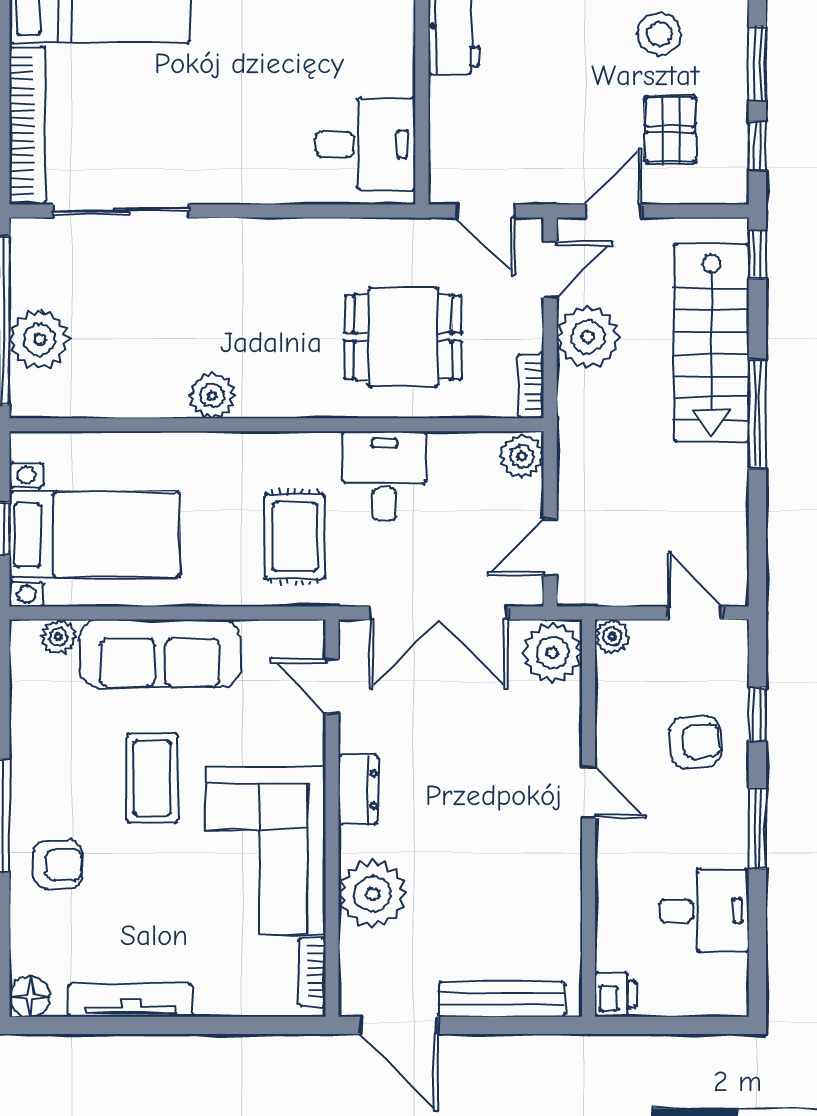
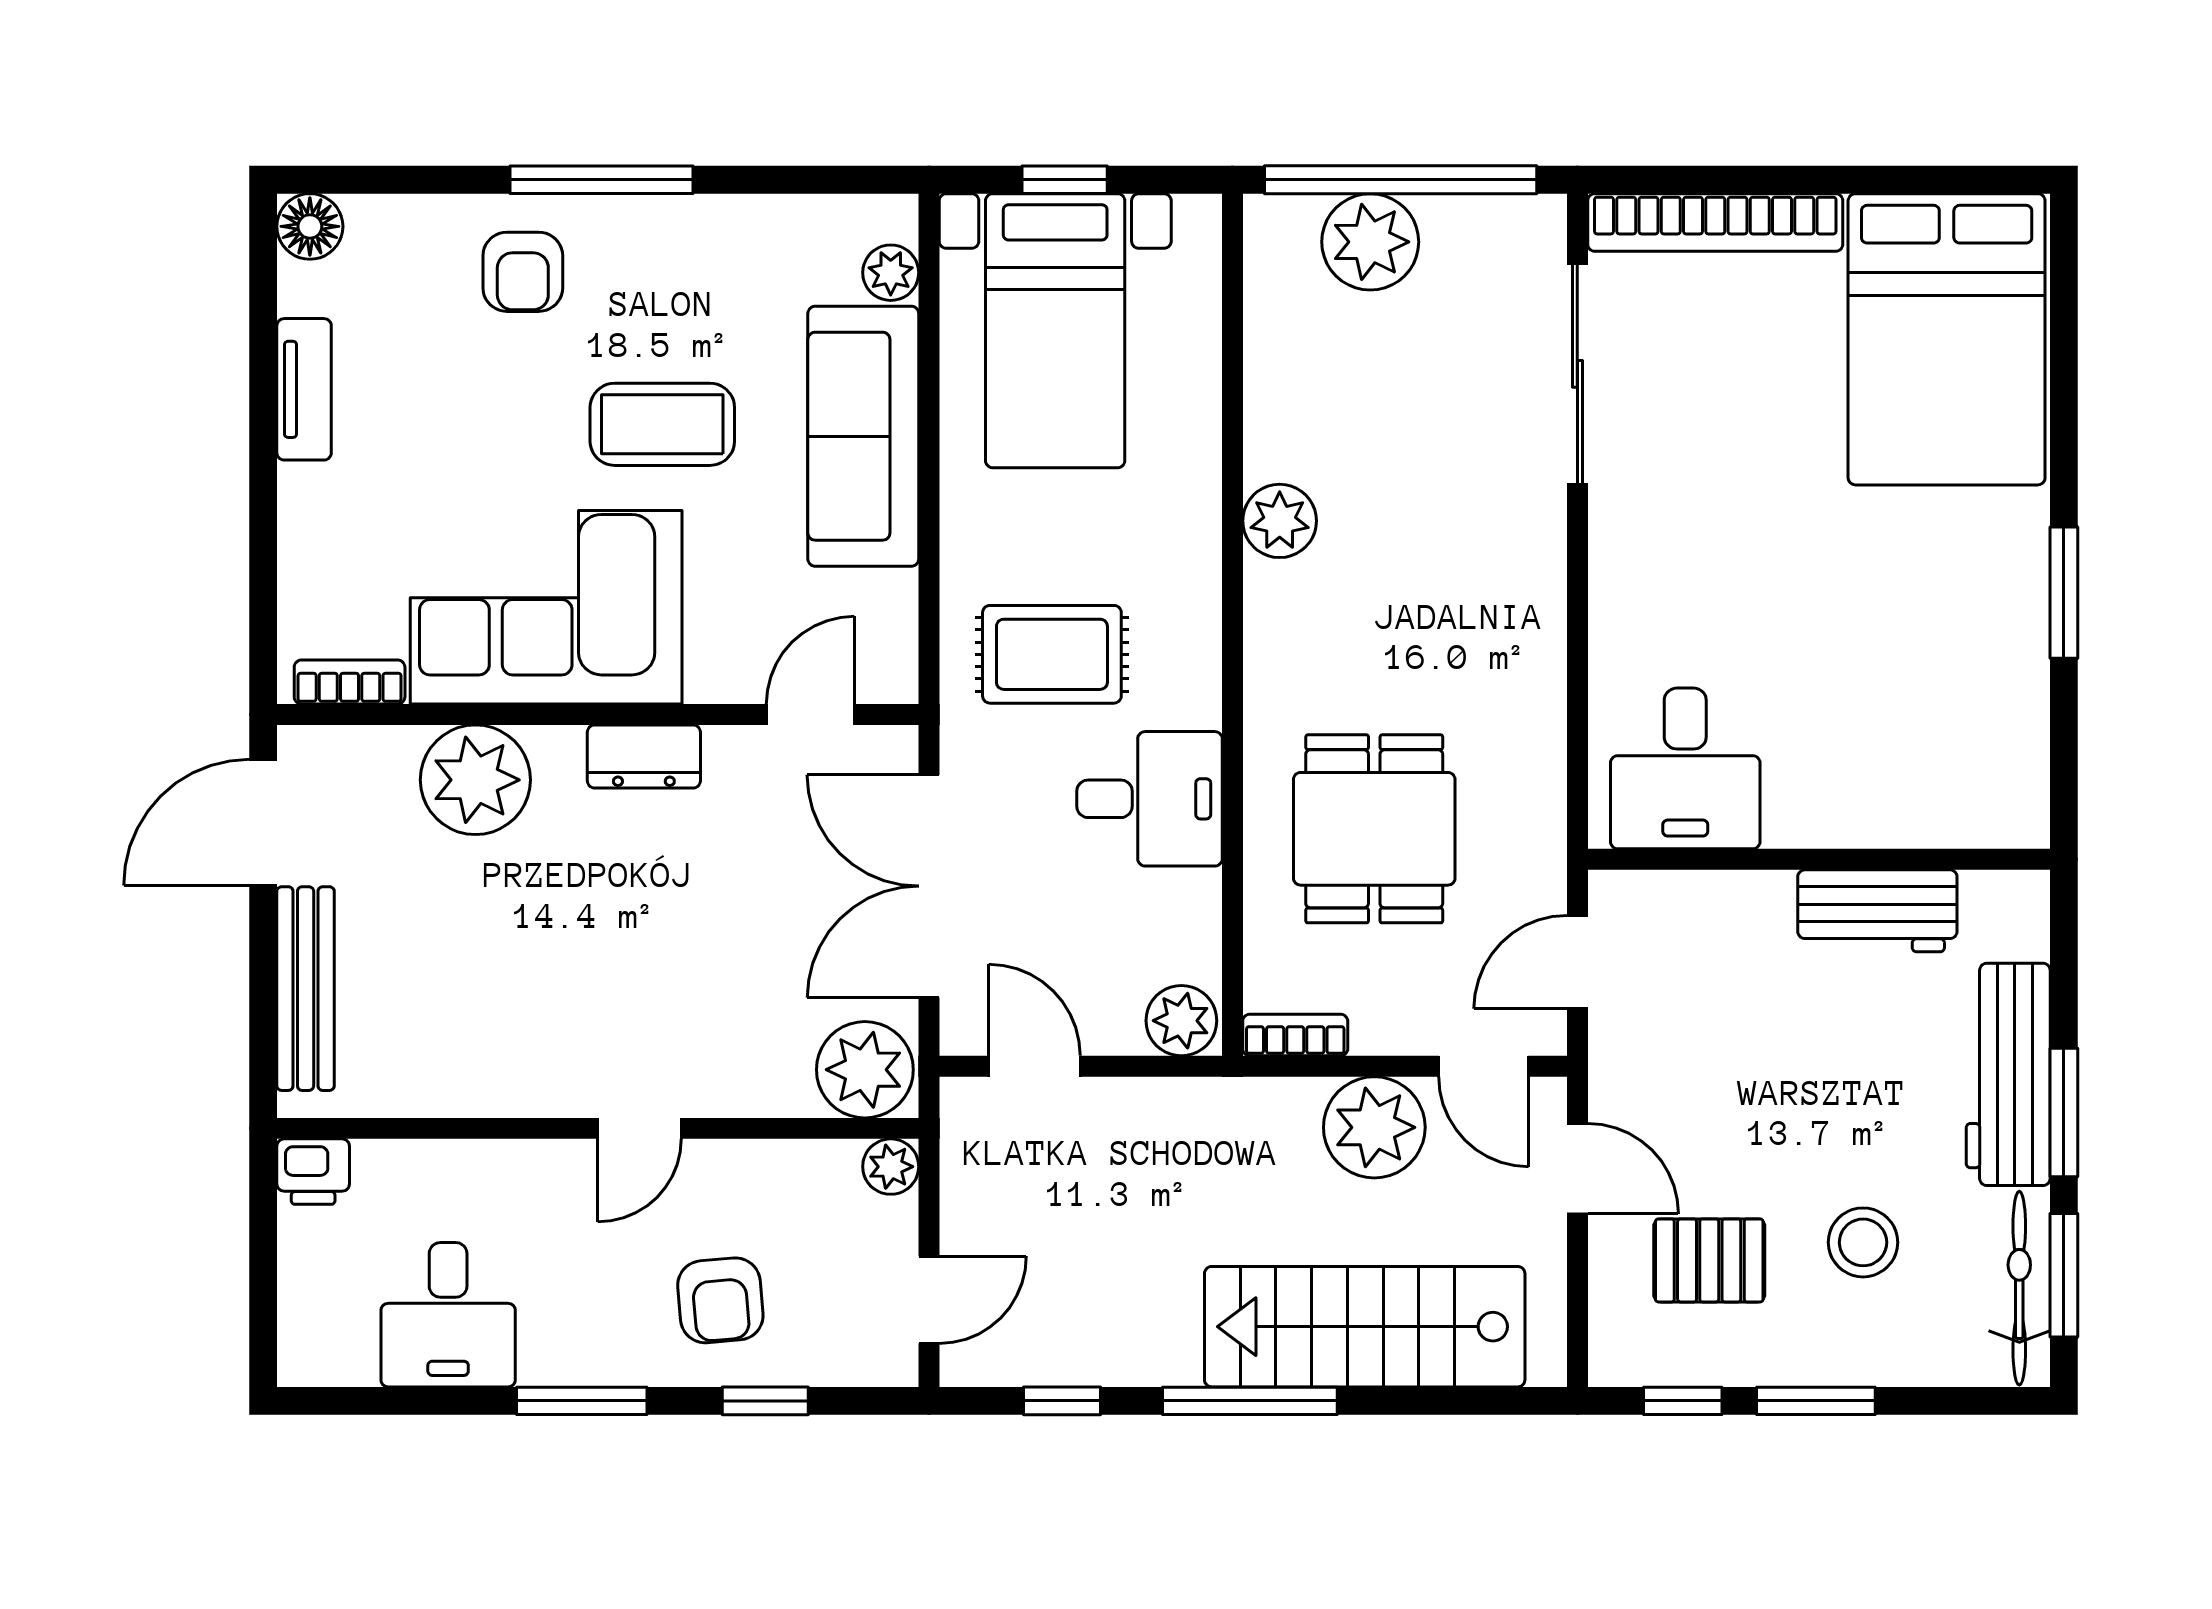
window: (757, 254) -> (1062, 1401), moved
tv unit: (131, 1000) -> (304, 389), width x0.71

